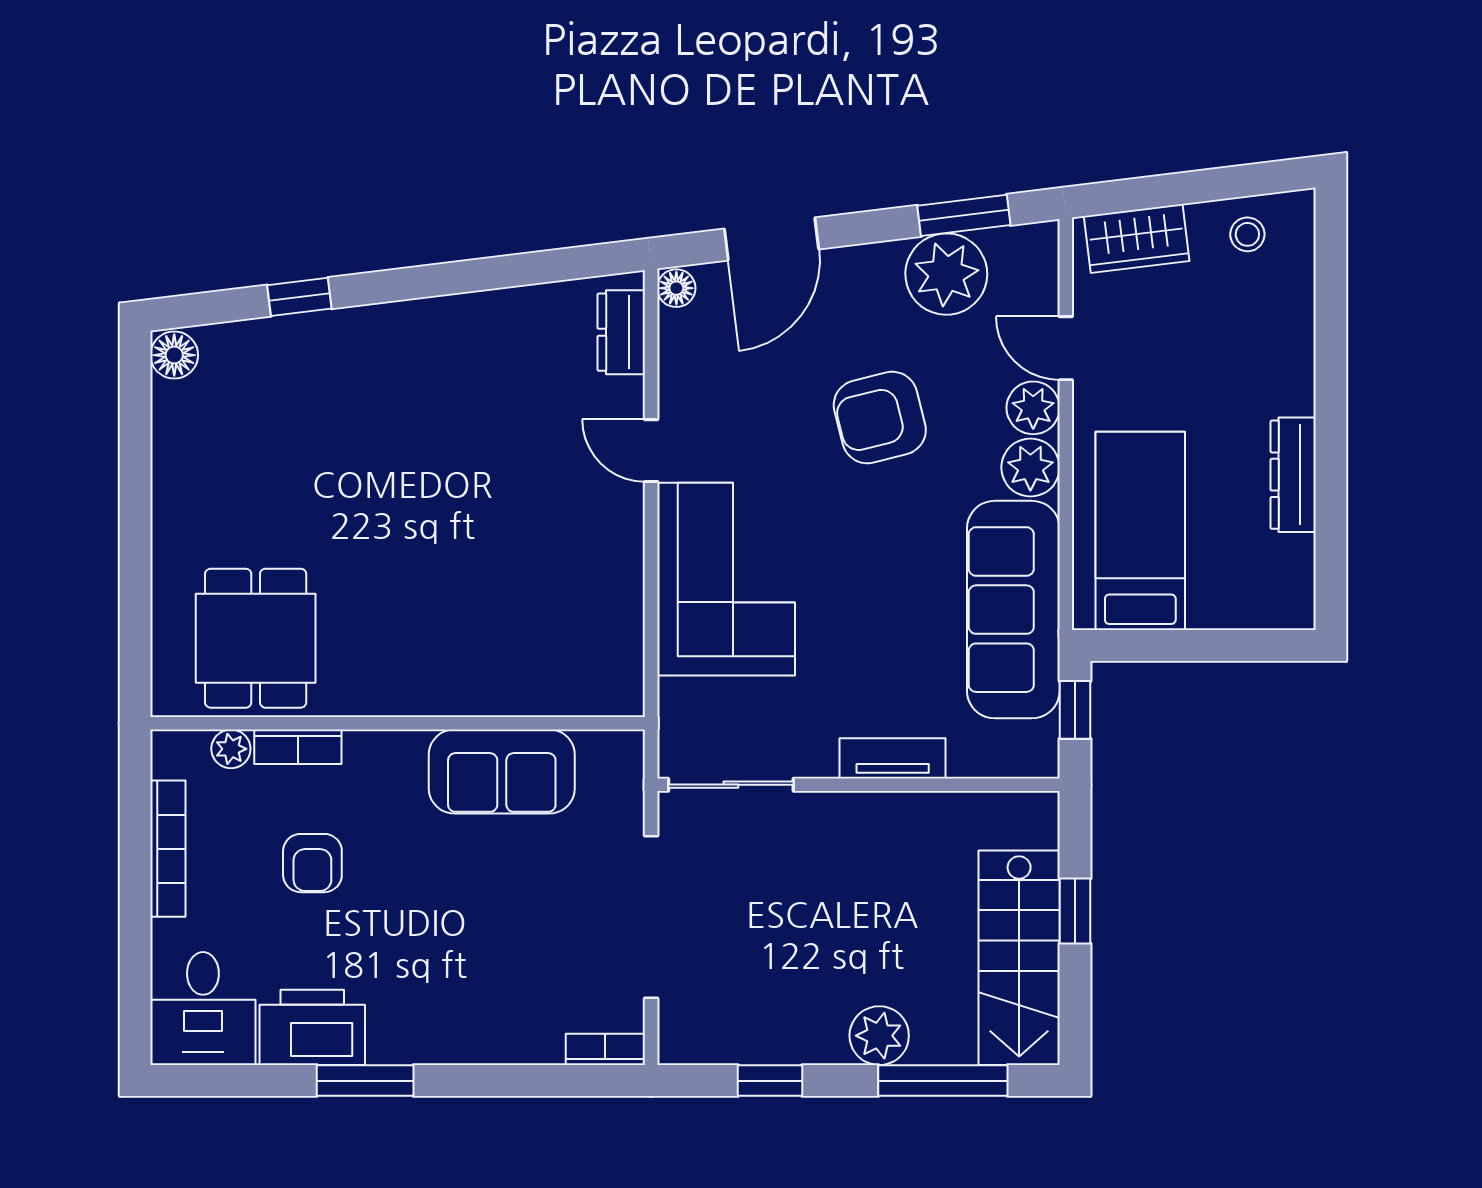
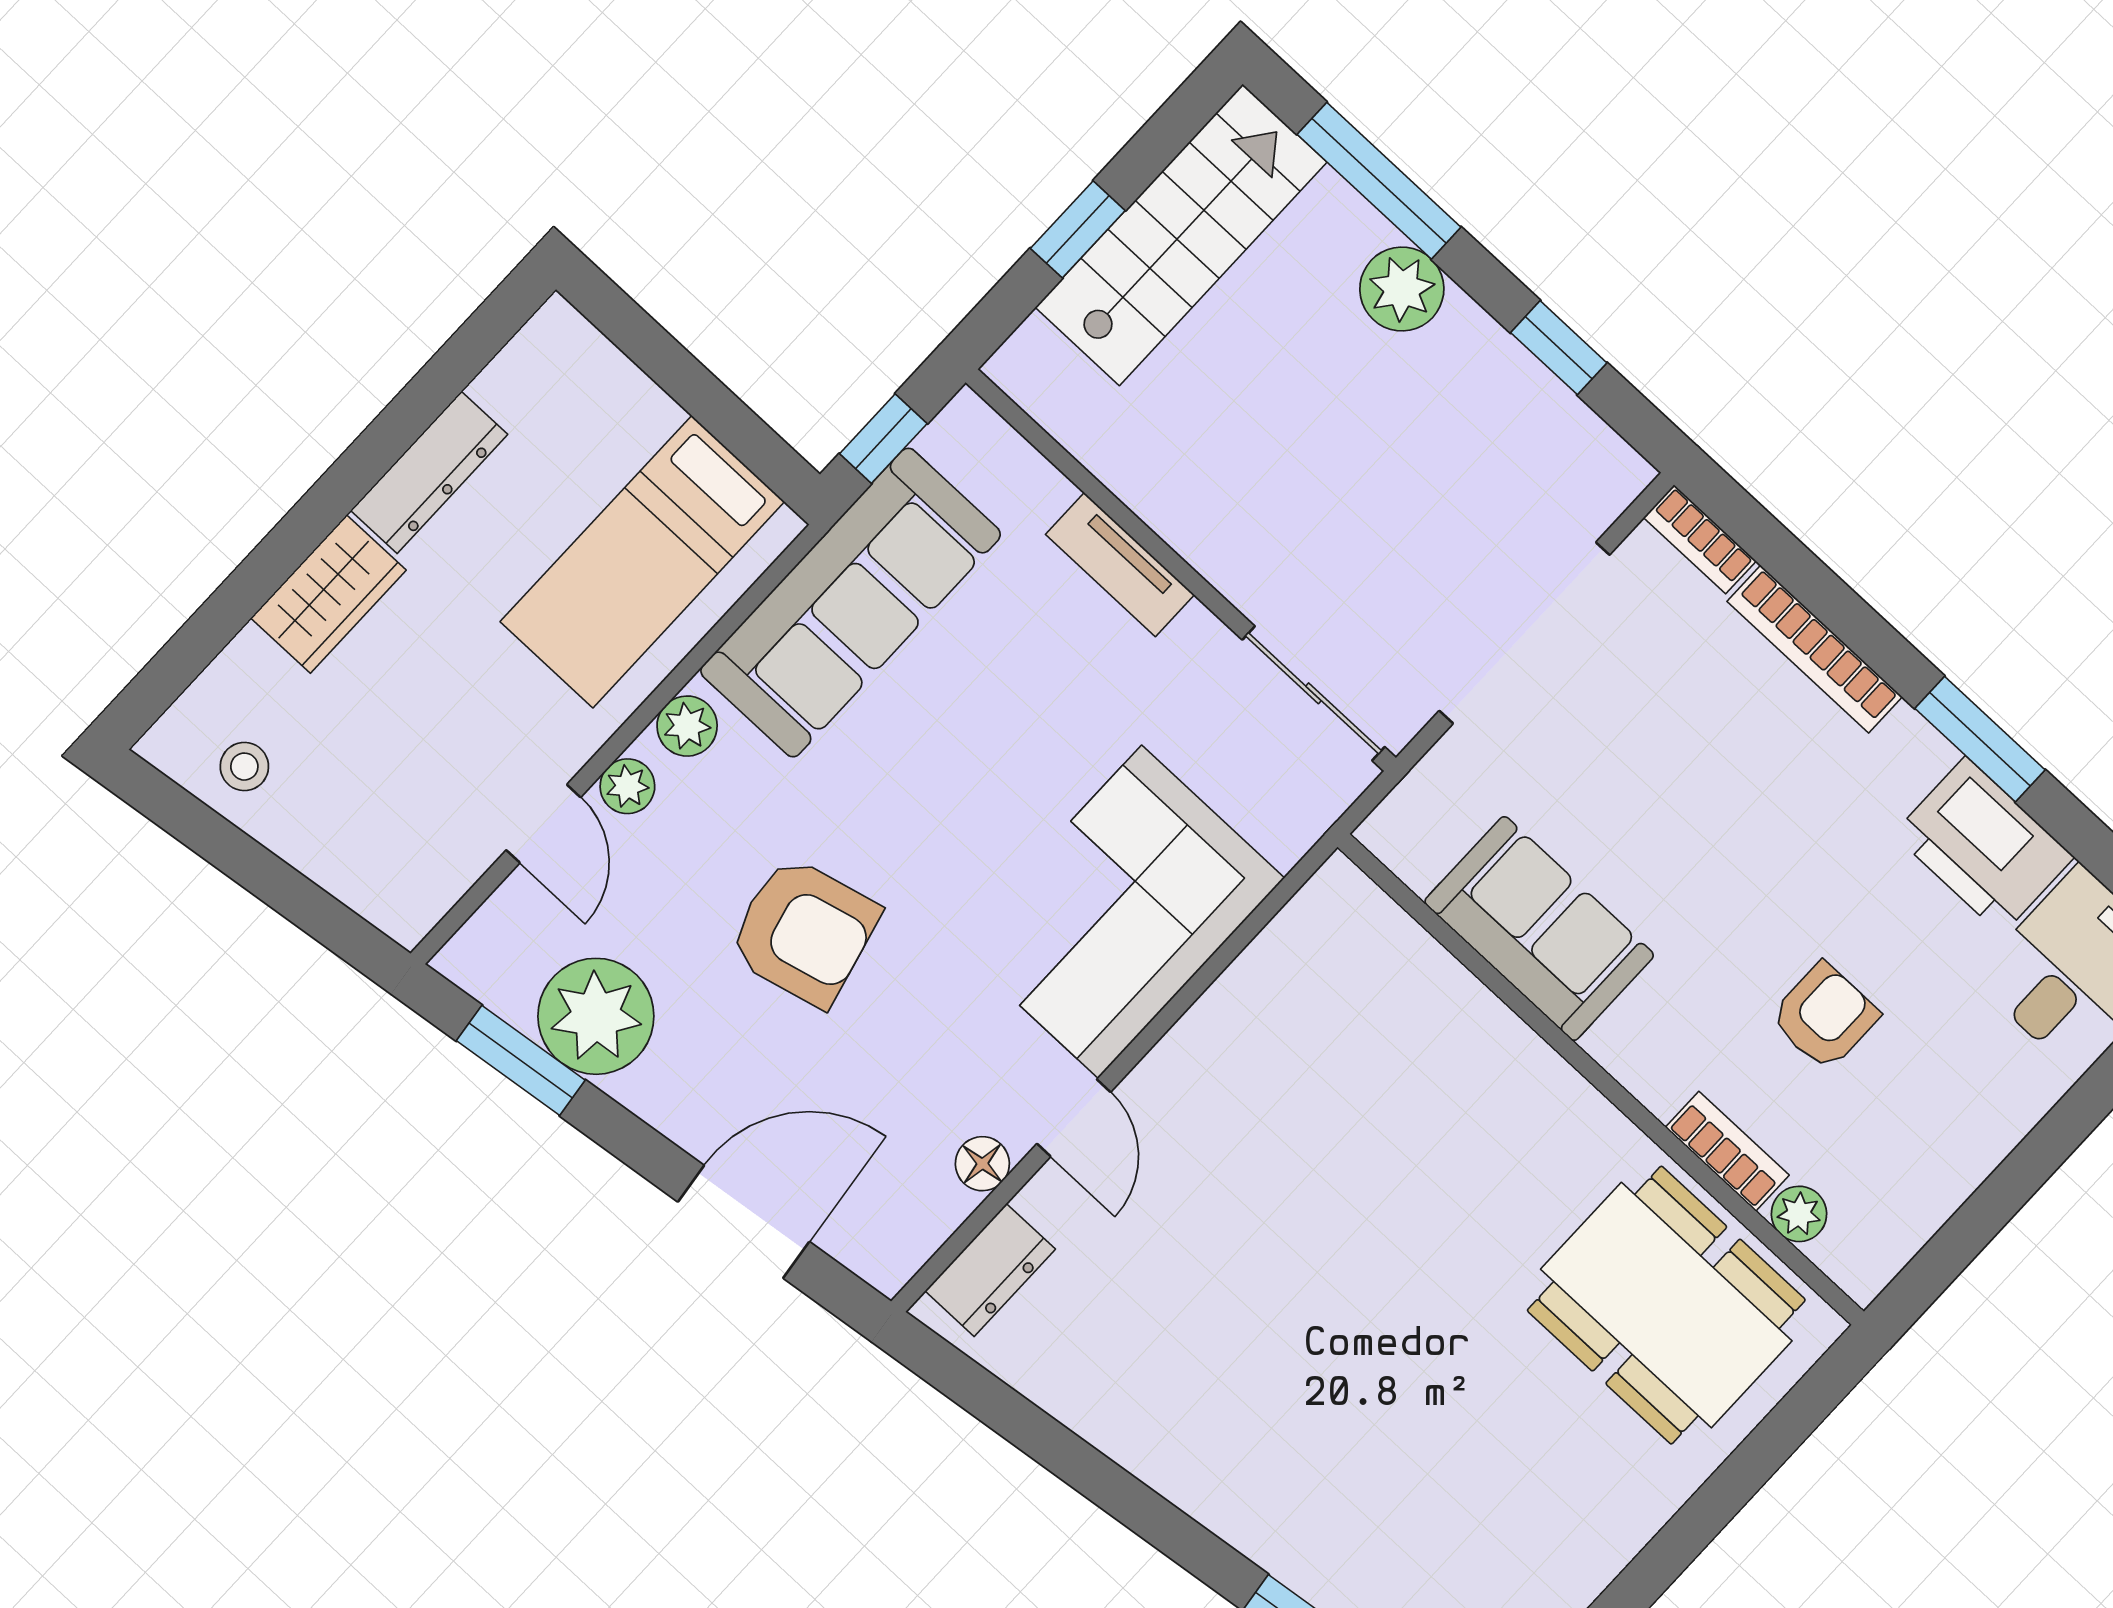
wardrobe: (1137, 239) -> (328, 594), moved, turned 97
floor lamp: (676, 288) -> (982, 1164), moved
plant: (1033, 408) -> (627, 786), width x0.73, depth x0.73
plant: (1030, 467) -> (687, 726), width x0.73, depth x0.73
dining table: (256, 638) -> (1666, 1305), width x1.38
bookcase: (168, 849) -> (1815, 649), moved, turned -90

